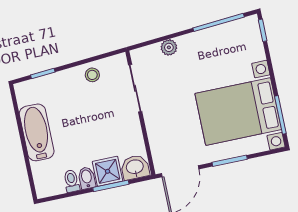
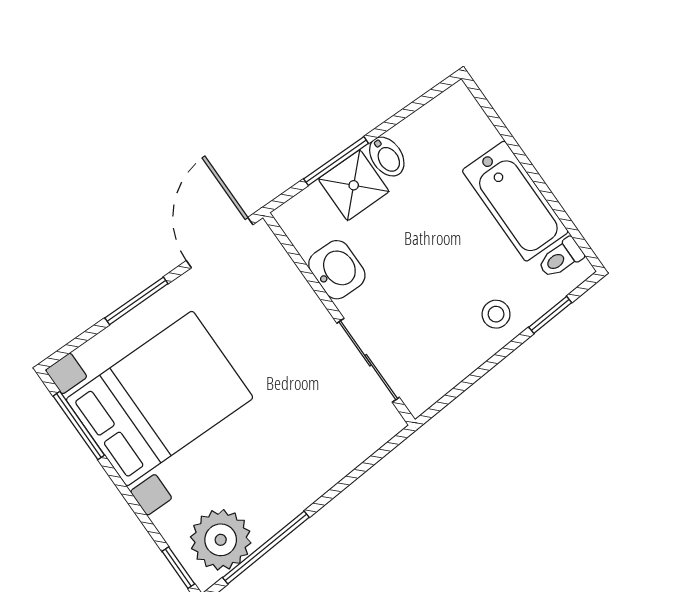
plant: (169, 47) -> (221, 540), moved, width x1.87, depth x1.87
stool: (92, 75) -> (496, 314), moved
washbasin: (135, 167) -> (337, 270), moved, turned -90
toilet: (72, 181) -> (561, 258), moved, turned 90

